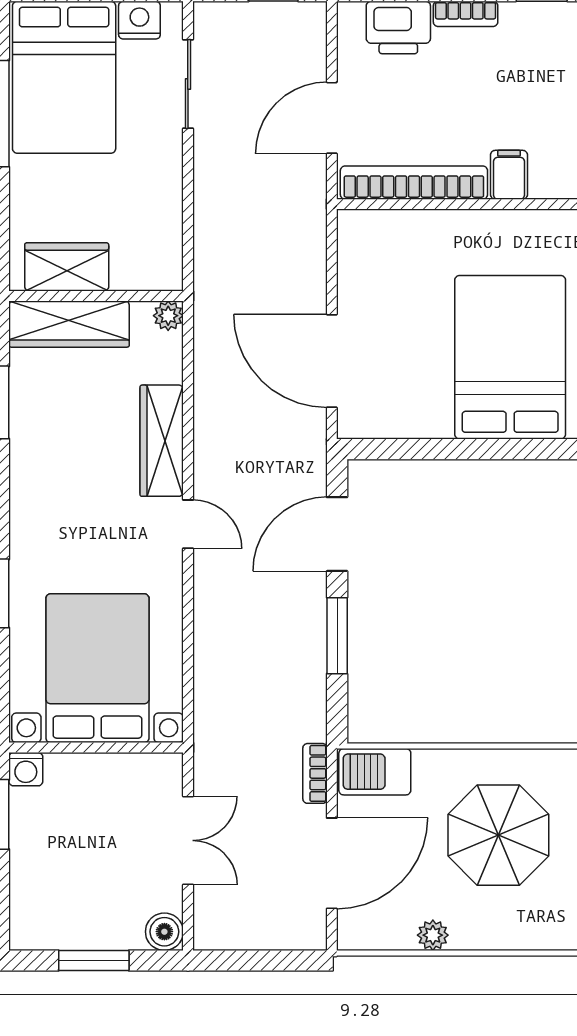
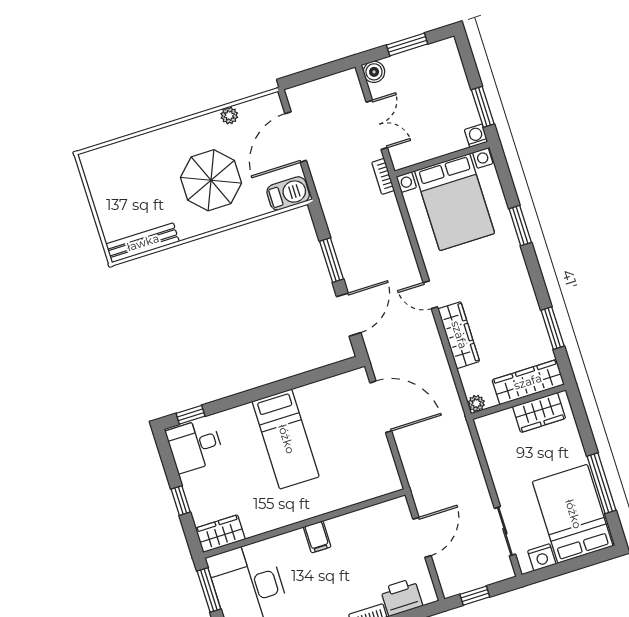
bookcase: (414, 183) -> (367, 517), removed
bed: (510, 357) -> (286, 439), width x0.67
bookcase: (315, 773) -> (383, 176), moved, turned 180
double door: (188, 840) -> (377, 125), swing flipped

